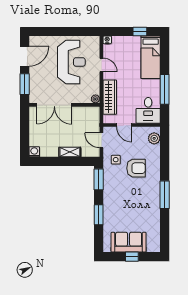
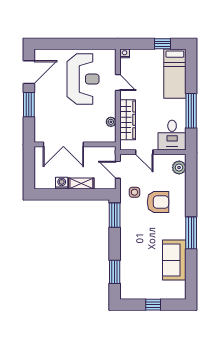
double door: (54, 105) -> (63, 144), moved
wall: (64, 105) -> (75, 144), moved
washing machine: (34, 152) -> (62, 183), moved
window: (99, 215) -> (115, 272), moved
sofa: (129, 242) -> (174, 260), moved, turned -90

